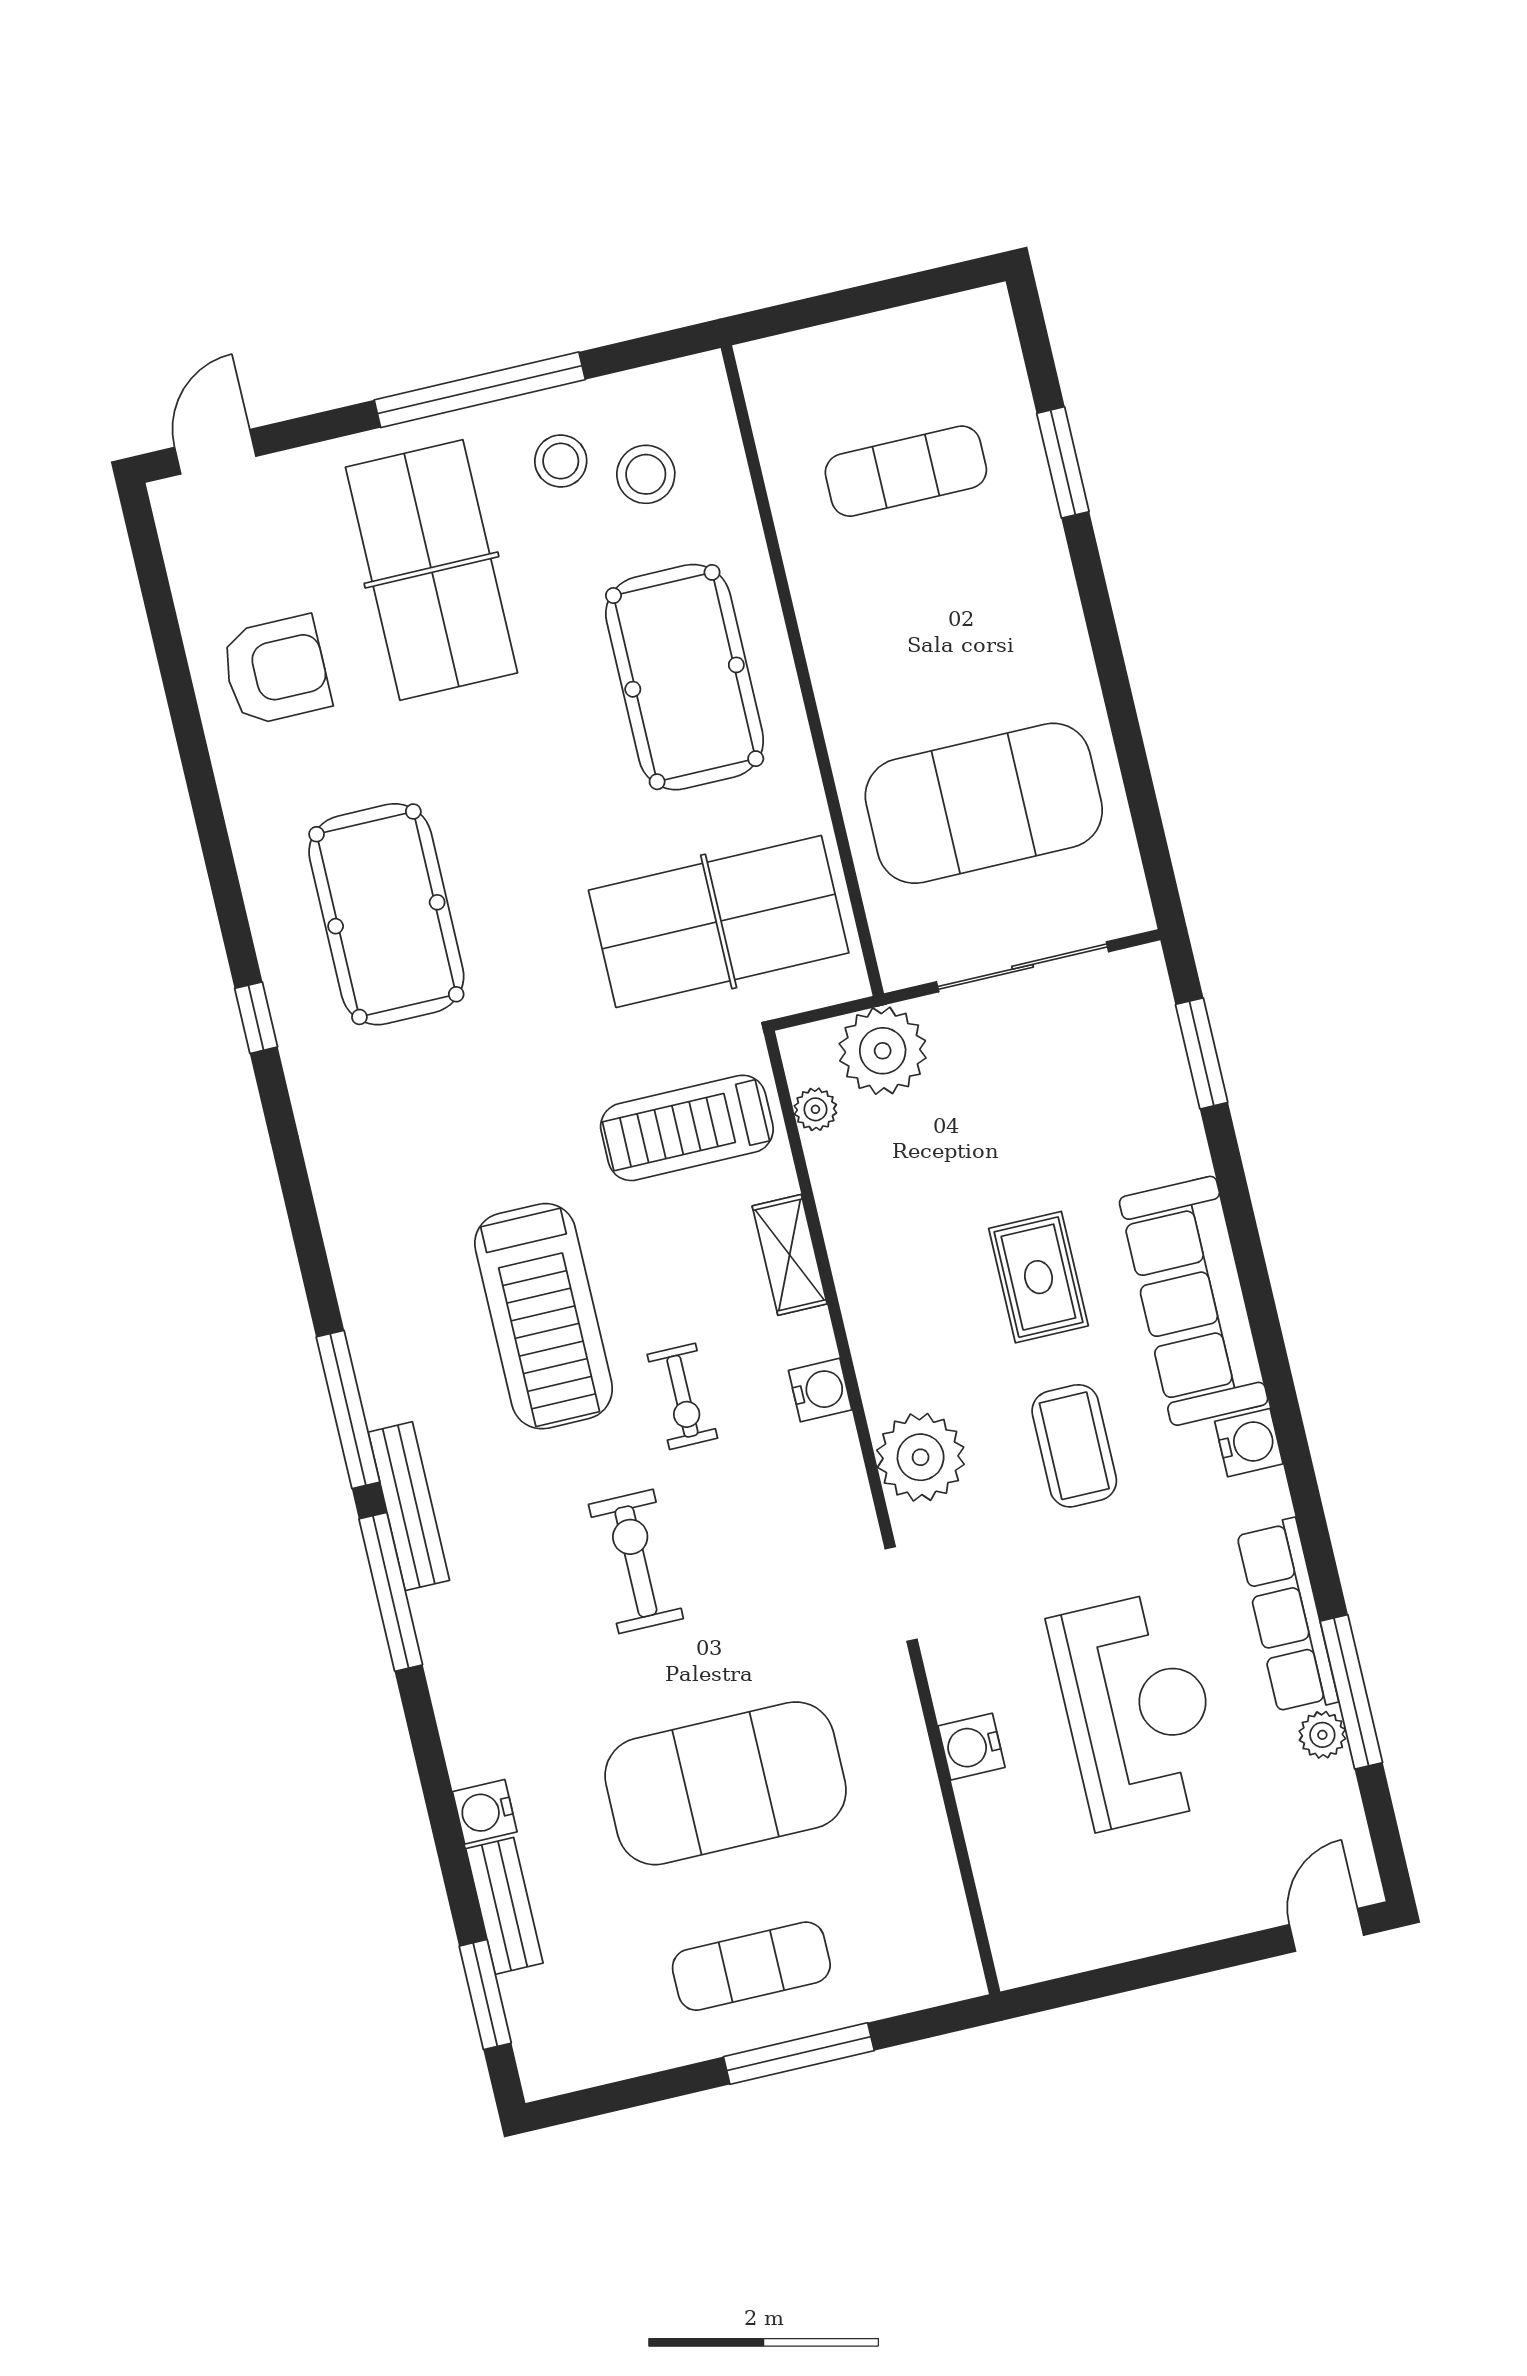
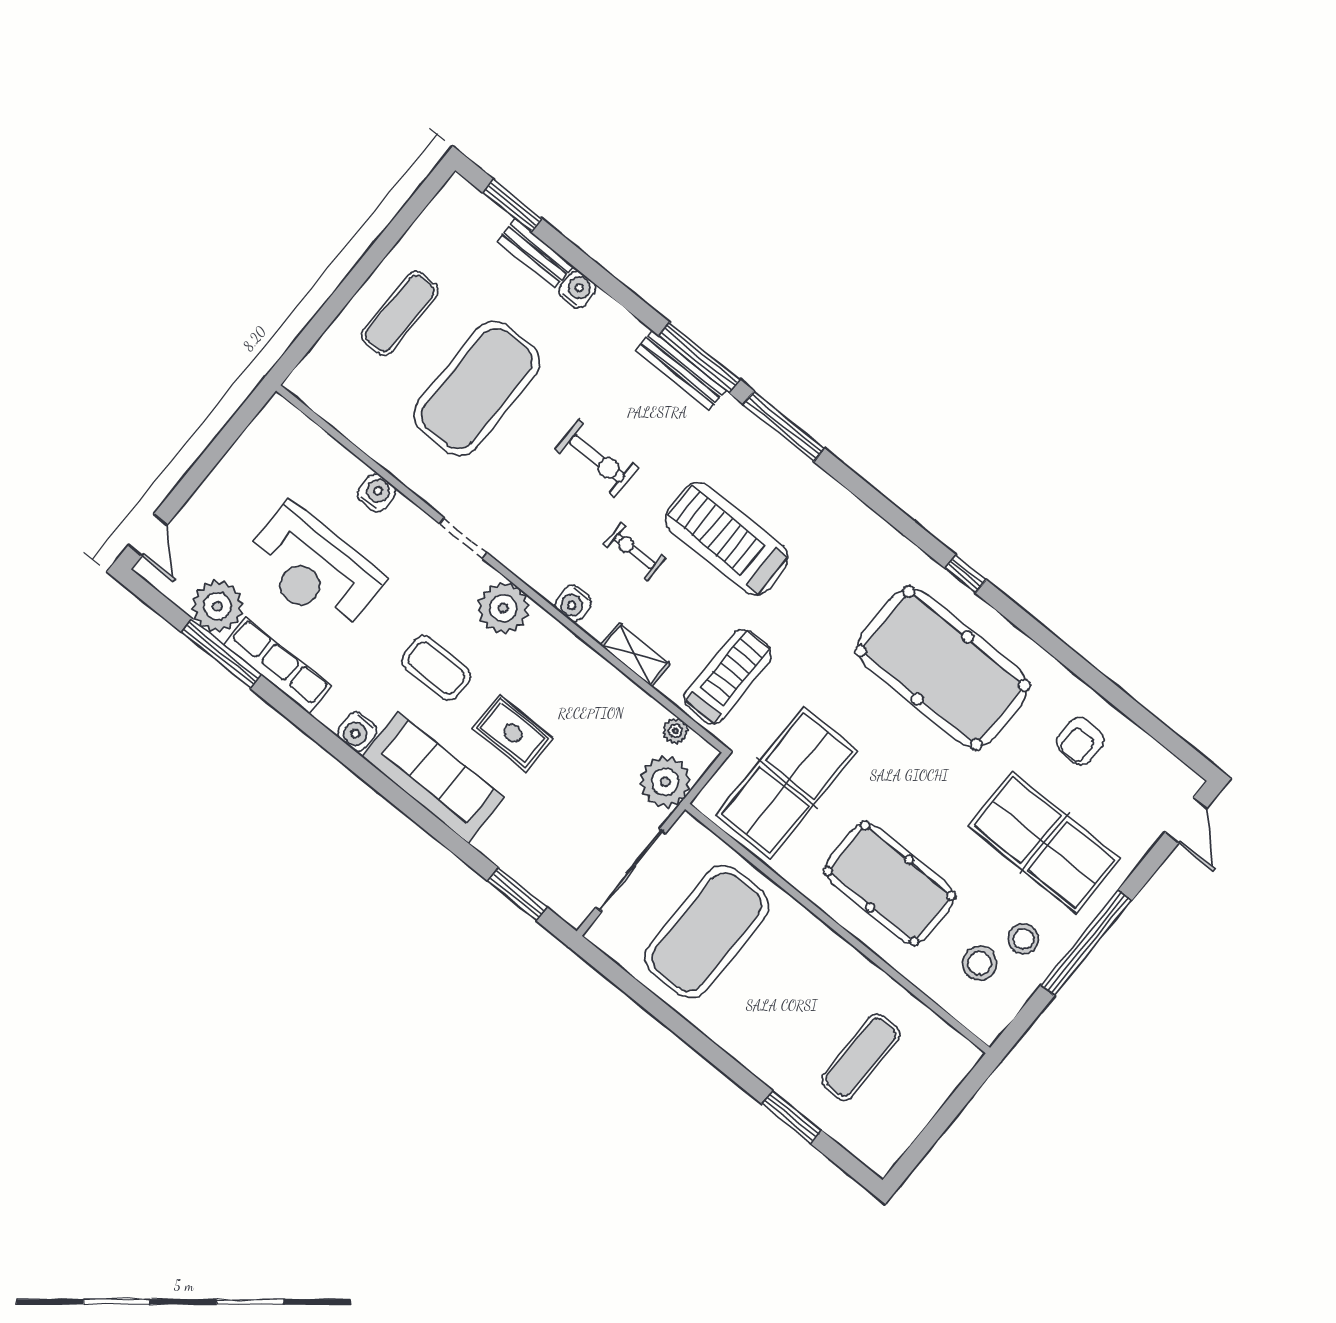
armchair: (276, 670) -> (1080, 741), width x0.72, depth x0.72
pool table: (386, 914) -> (942, 668), width x1.36, depth x1.32
bench: (409, 1506) -> (681, 370), moved
plant: (1322, 1735) -> (217, 606), width x1.87, depth x1.87
window: (799, 2054) -> (347, 290), removed

